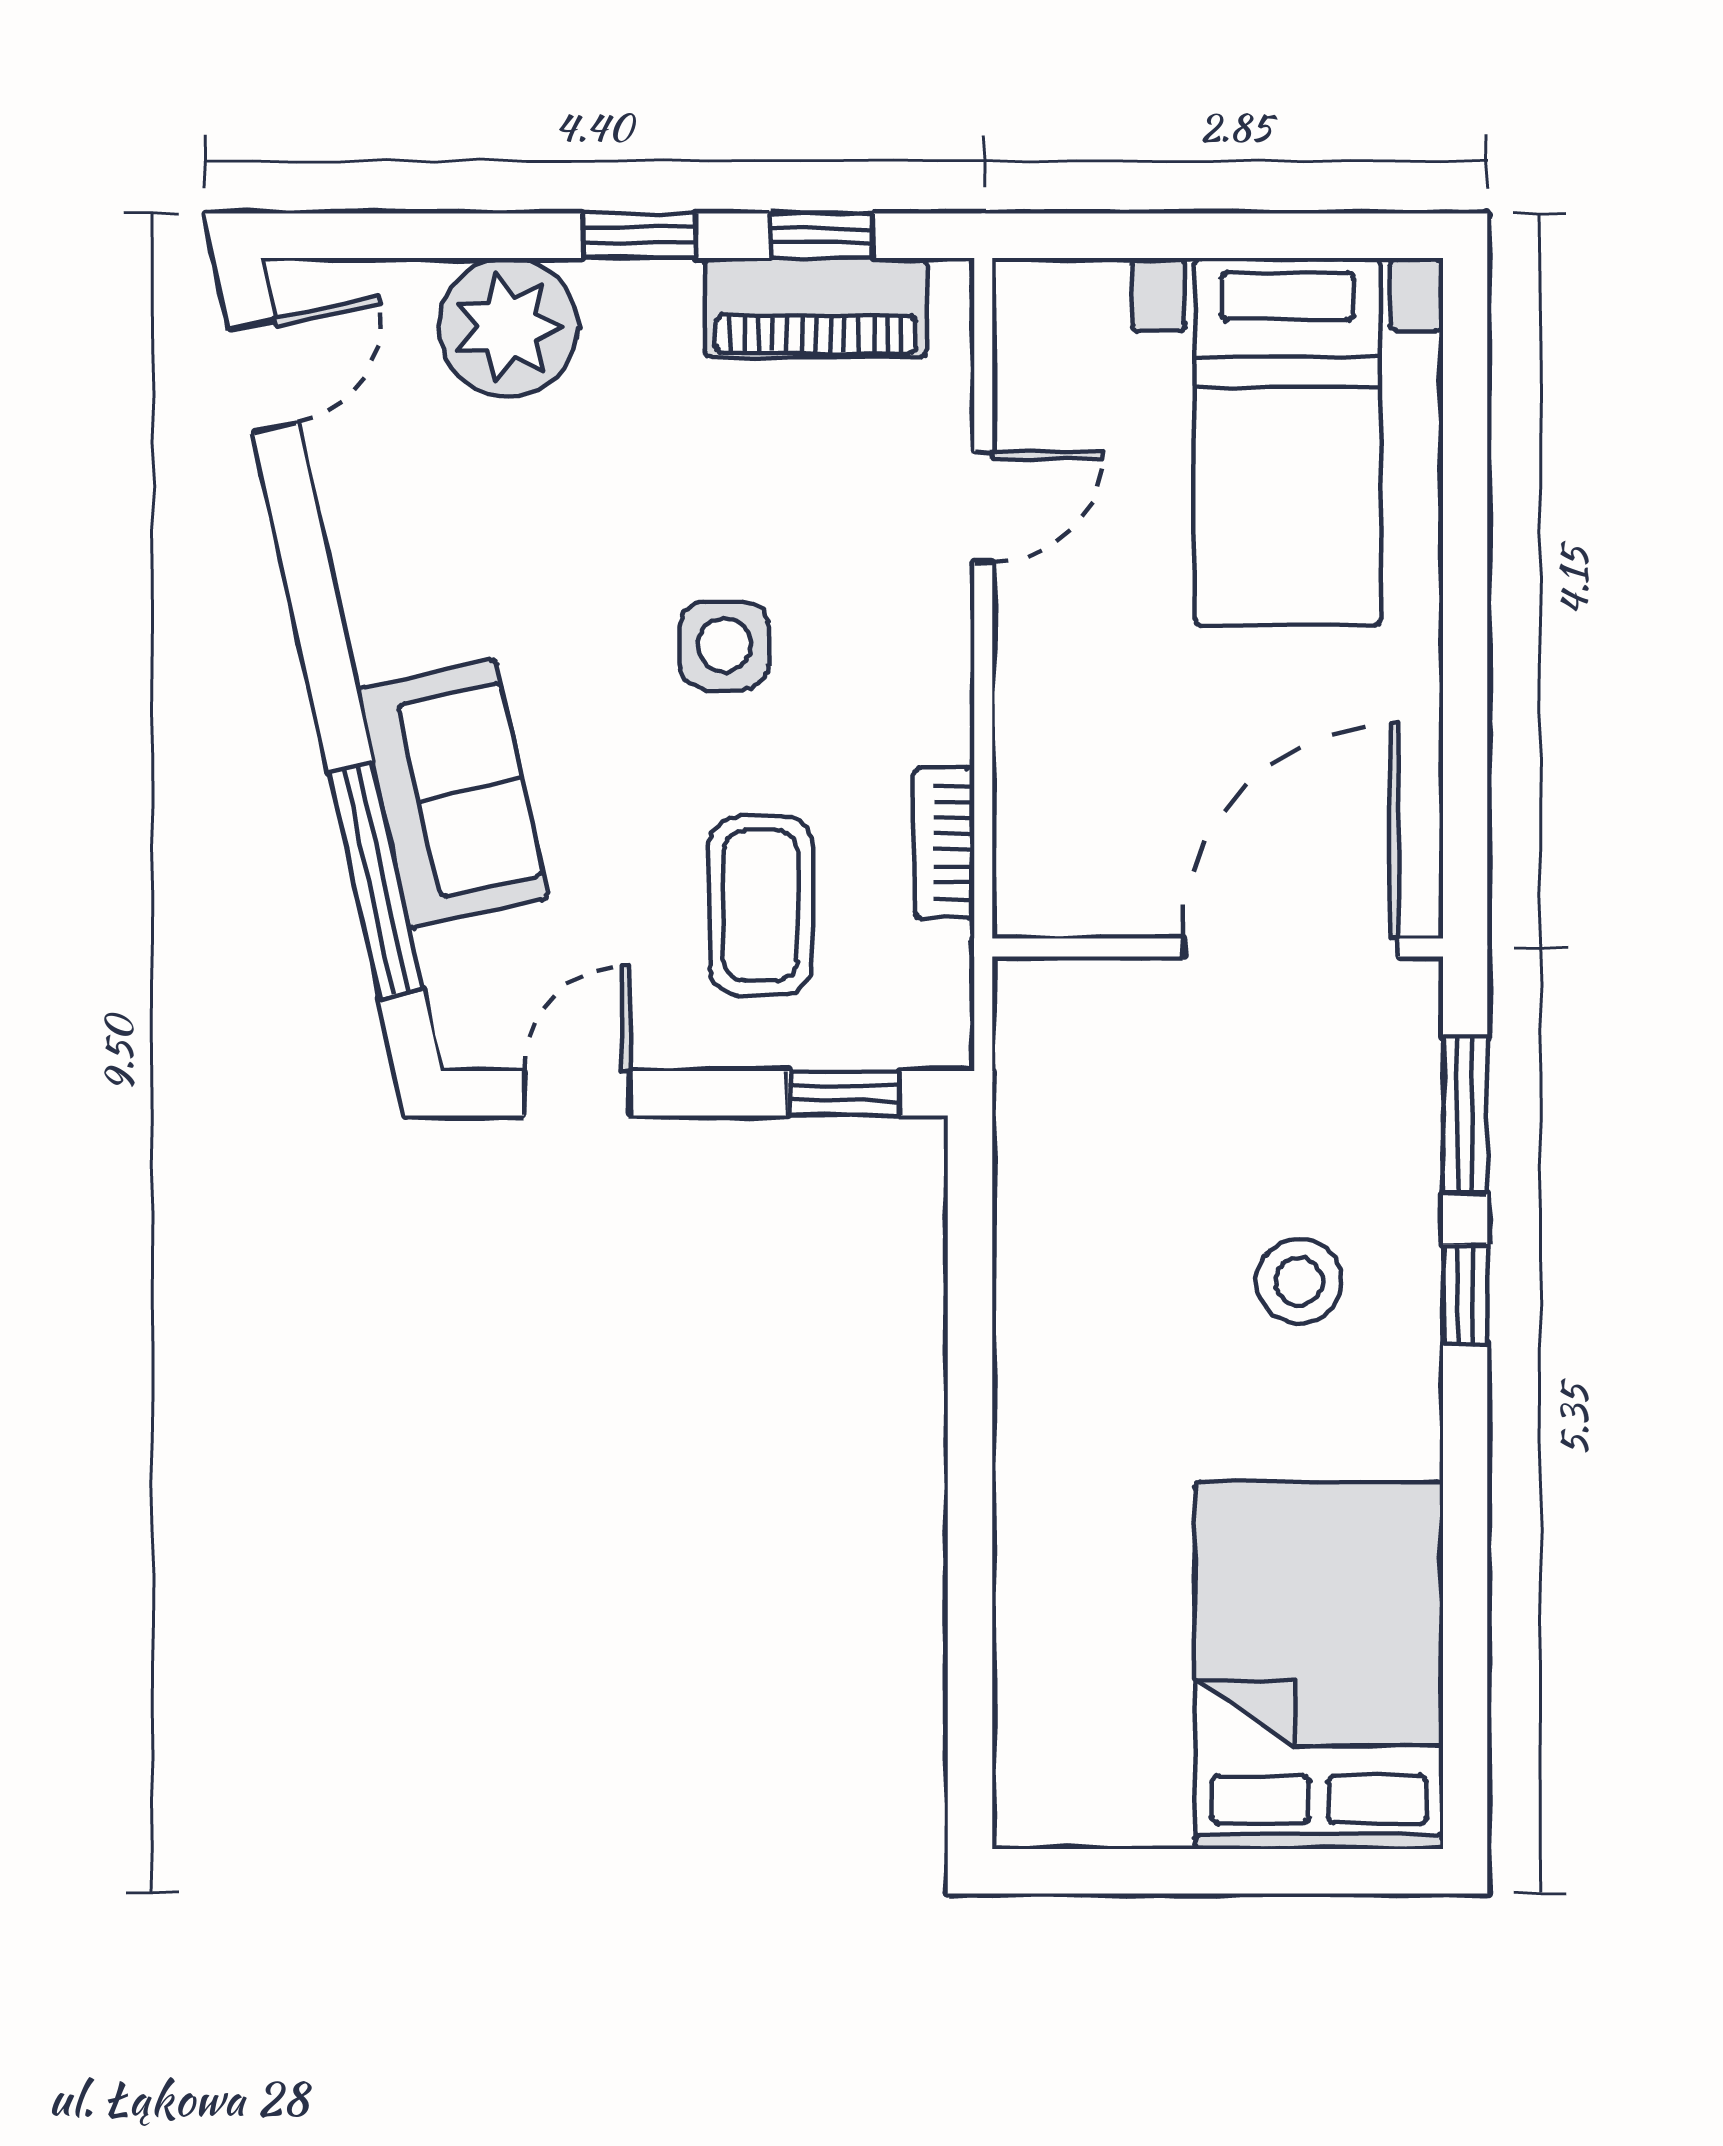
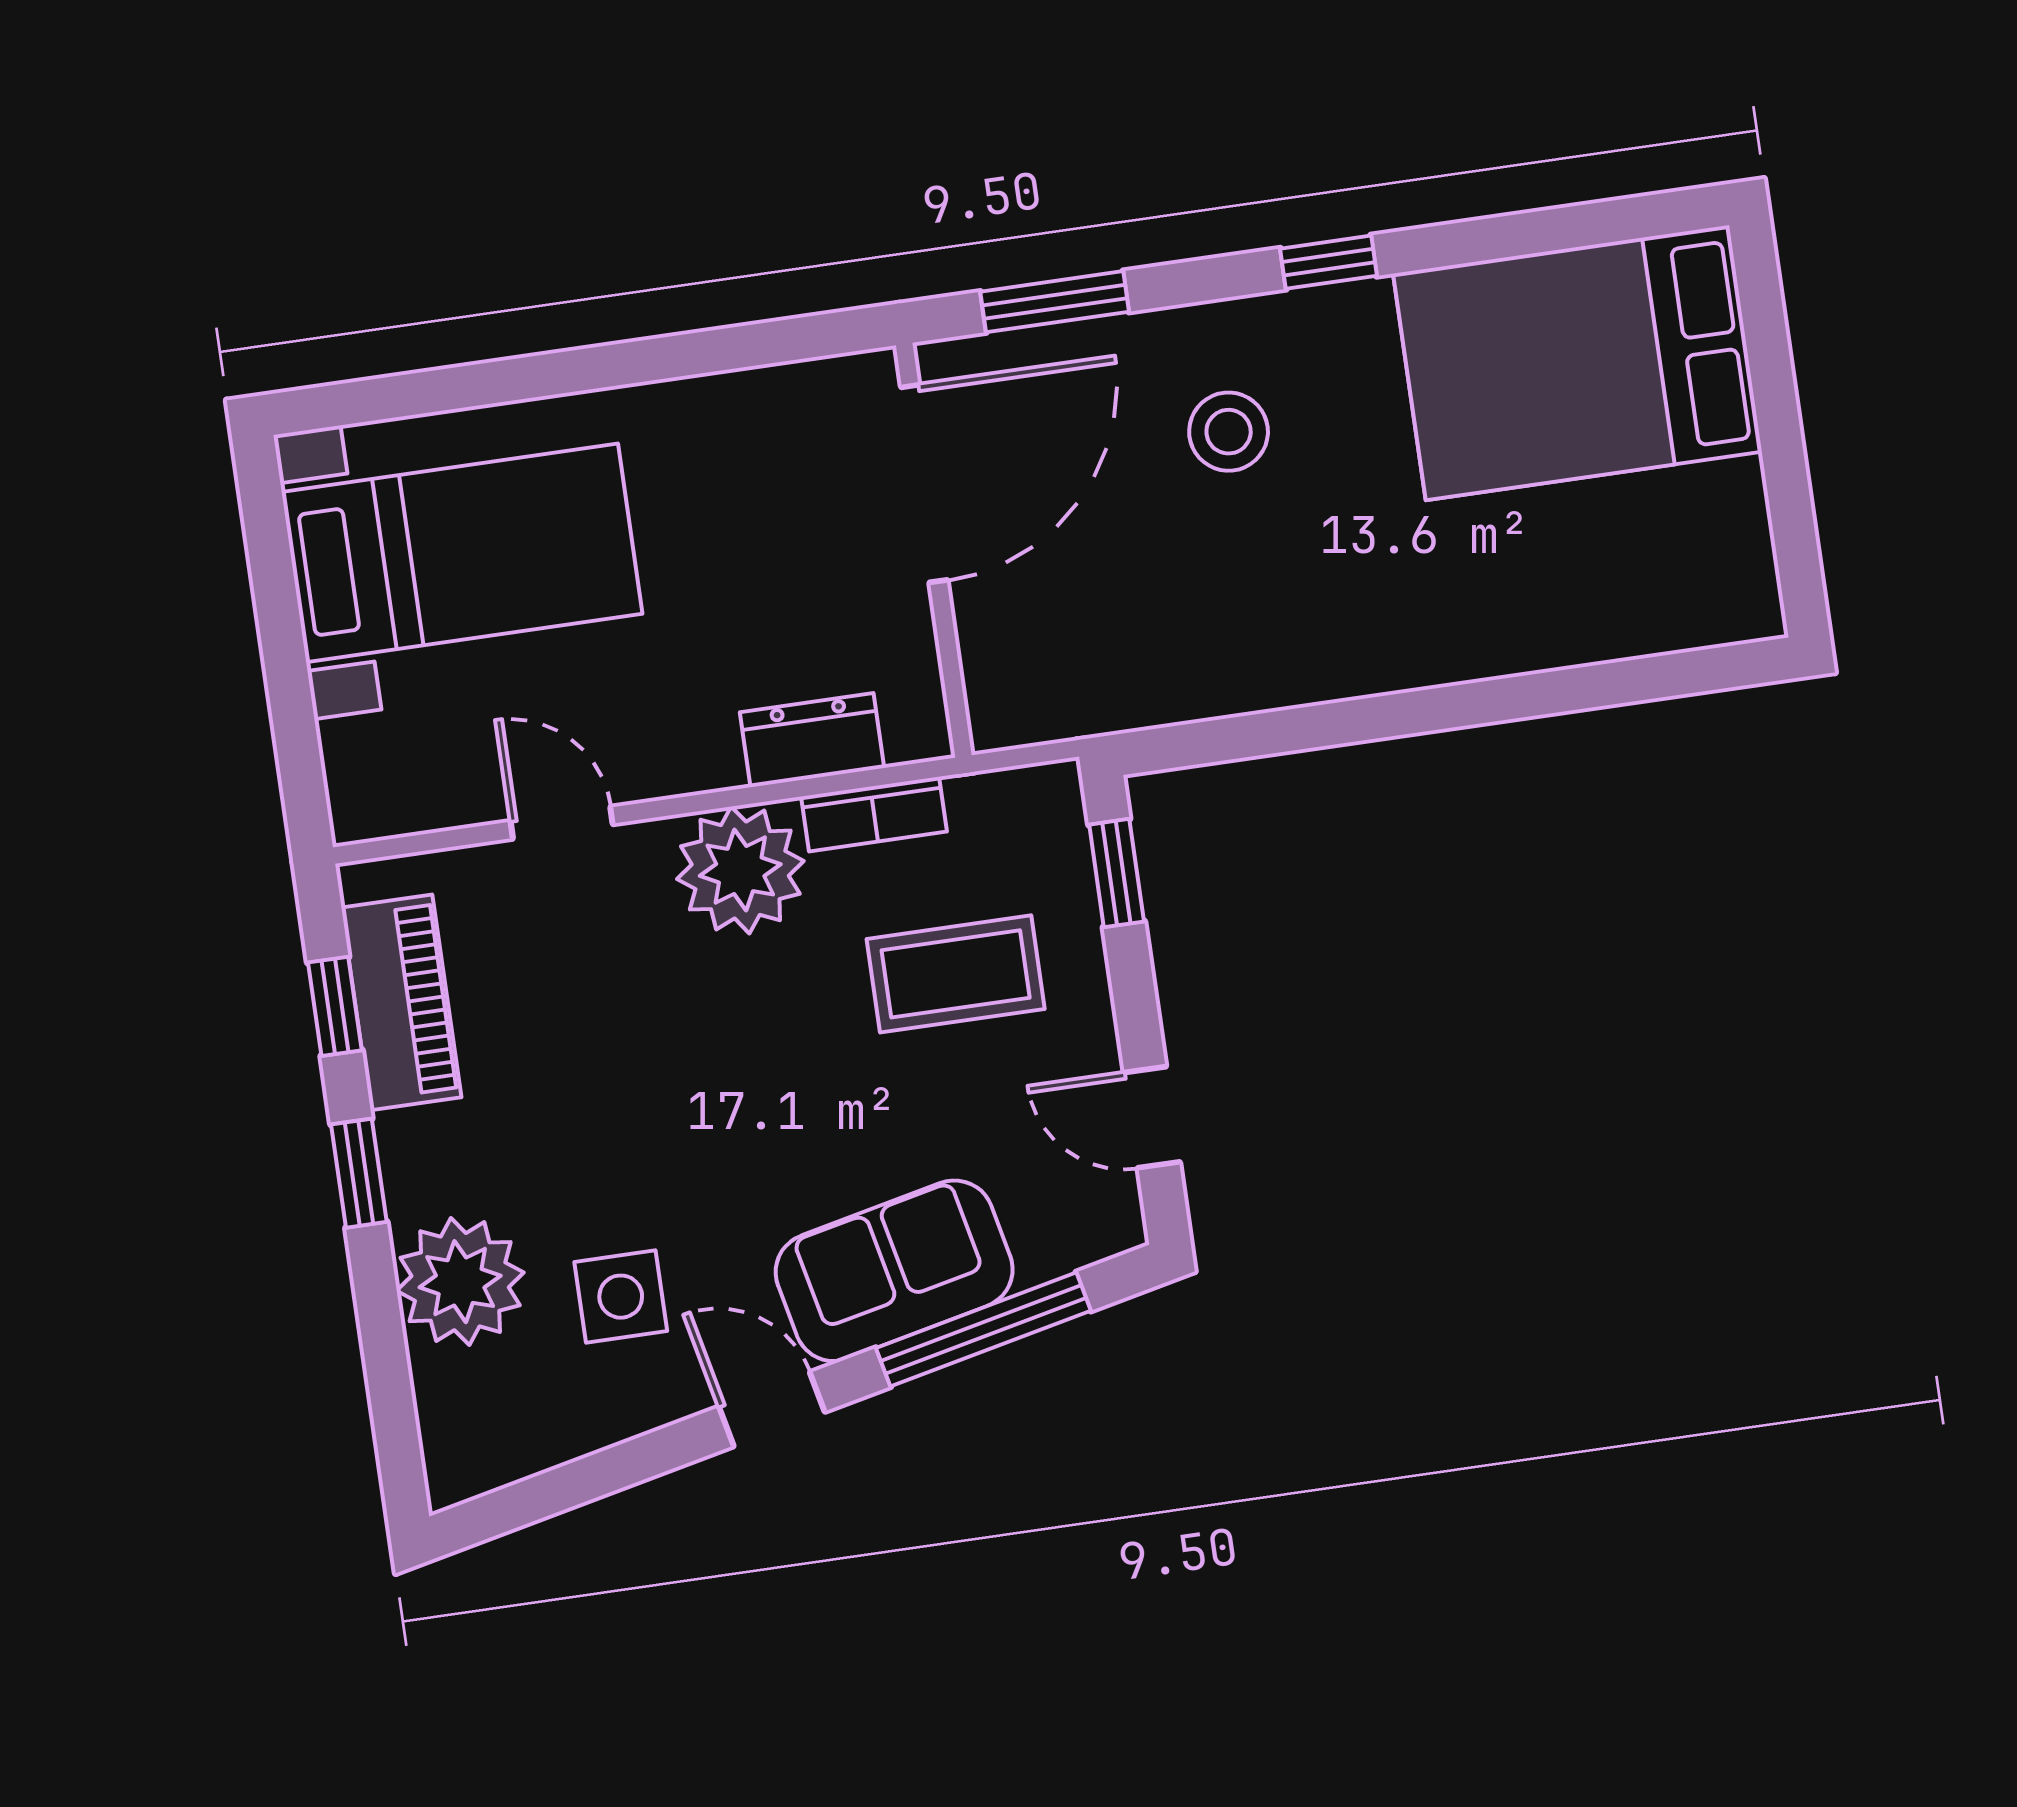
door: (264, 376) -> (772, 1409), moved
side table: (724, 645) -> (621, 1297), moved
plant: (905, 691) -> (740, 870), added
dresser: (1033, 788) -> (812, 740), added
door: (1290, 947) -> (924, 484), swing flipped
window: (1465, 1294) -> (1328, 262), moved

